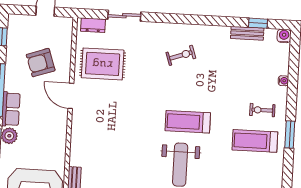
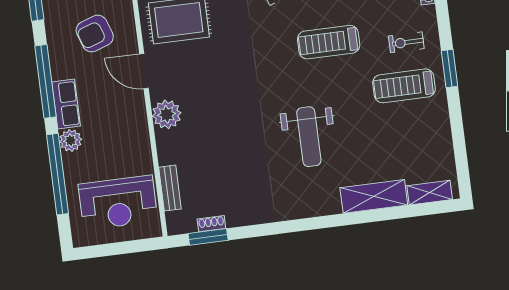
treadmill: (188, 122) -> (329, 42), moved
plant: (81, 130) -> (167, 114), added

